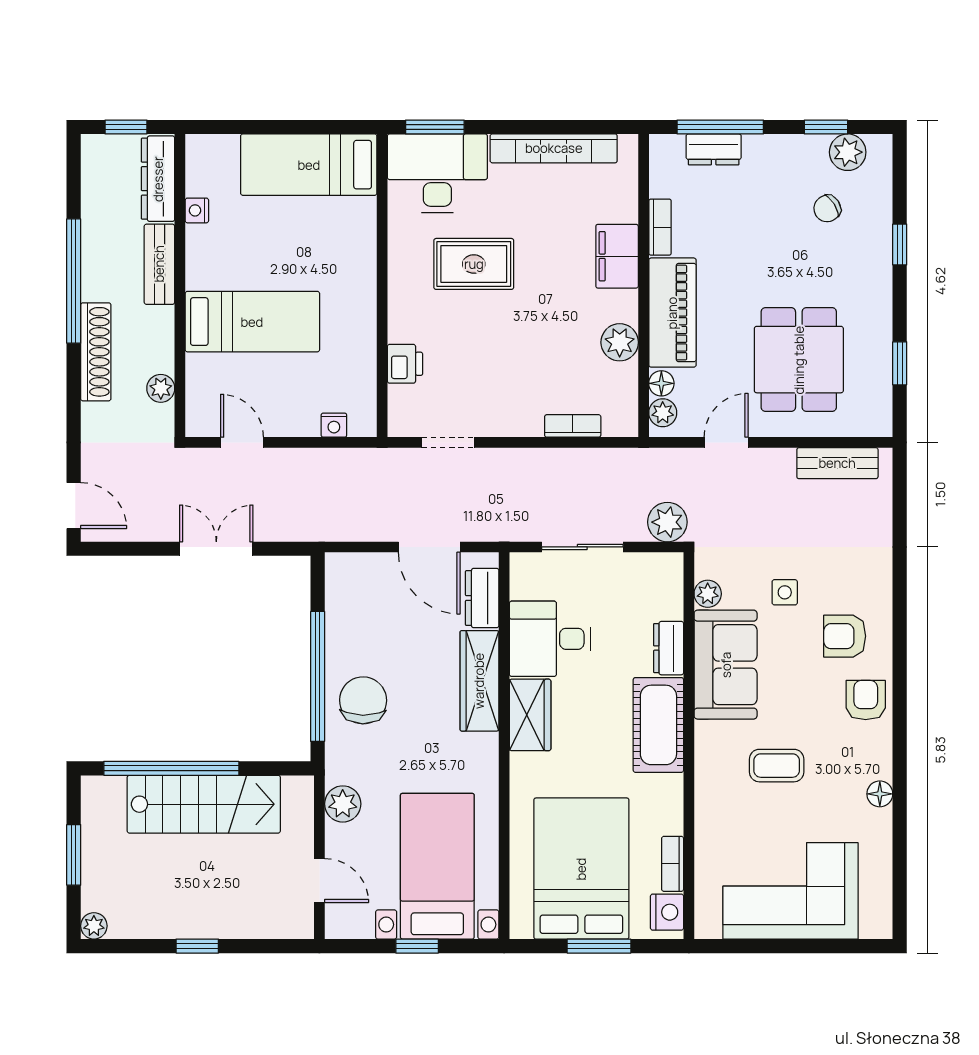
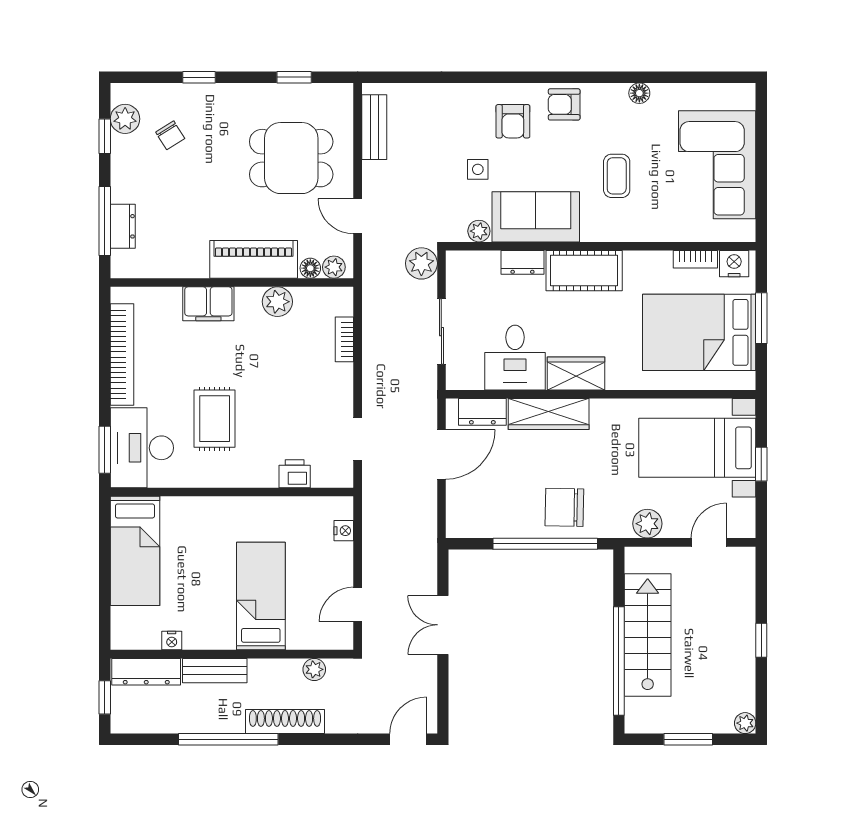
bookcase: (660, 227) -> (185, 269), removed

